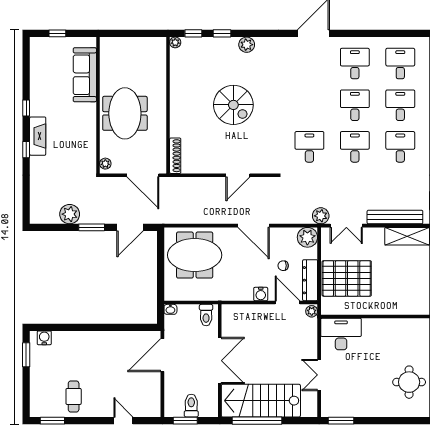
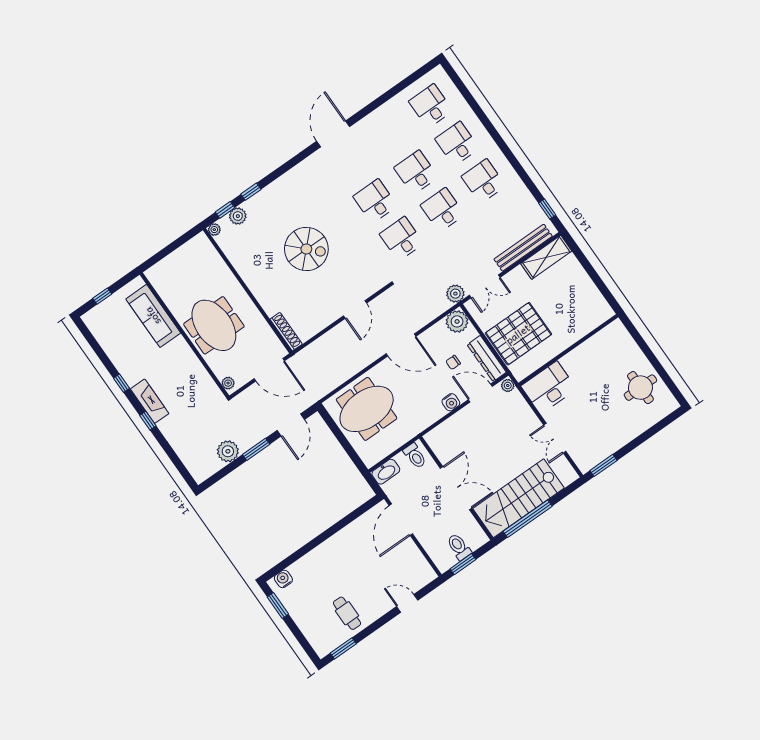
plant: (247, 45) -> (238, 216), moved
desk: (355, 64) -> (375, 201), moved
washbasin: (170, 309) -> (386, 472), width x1.91, depth x1.45

